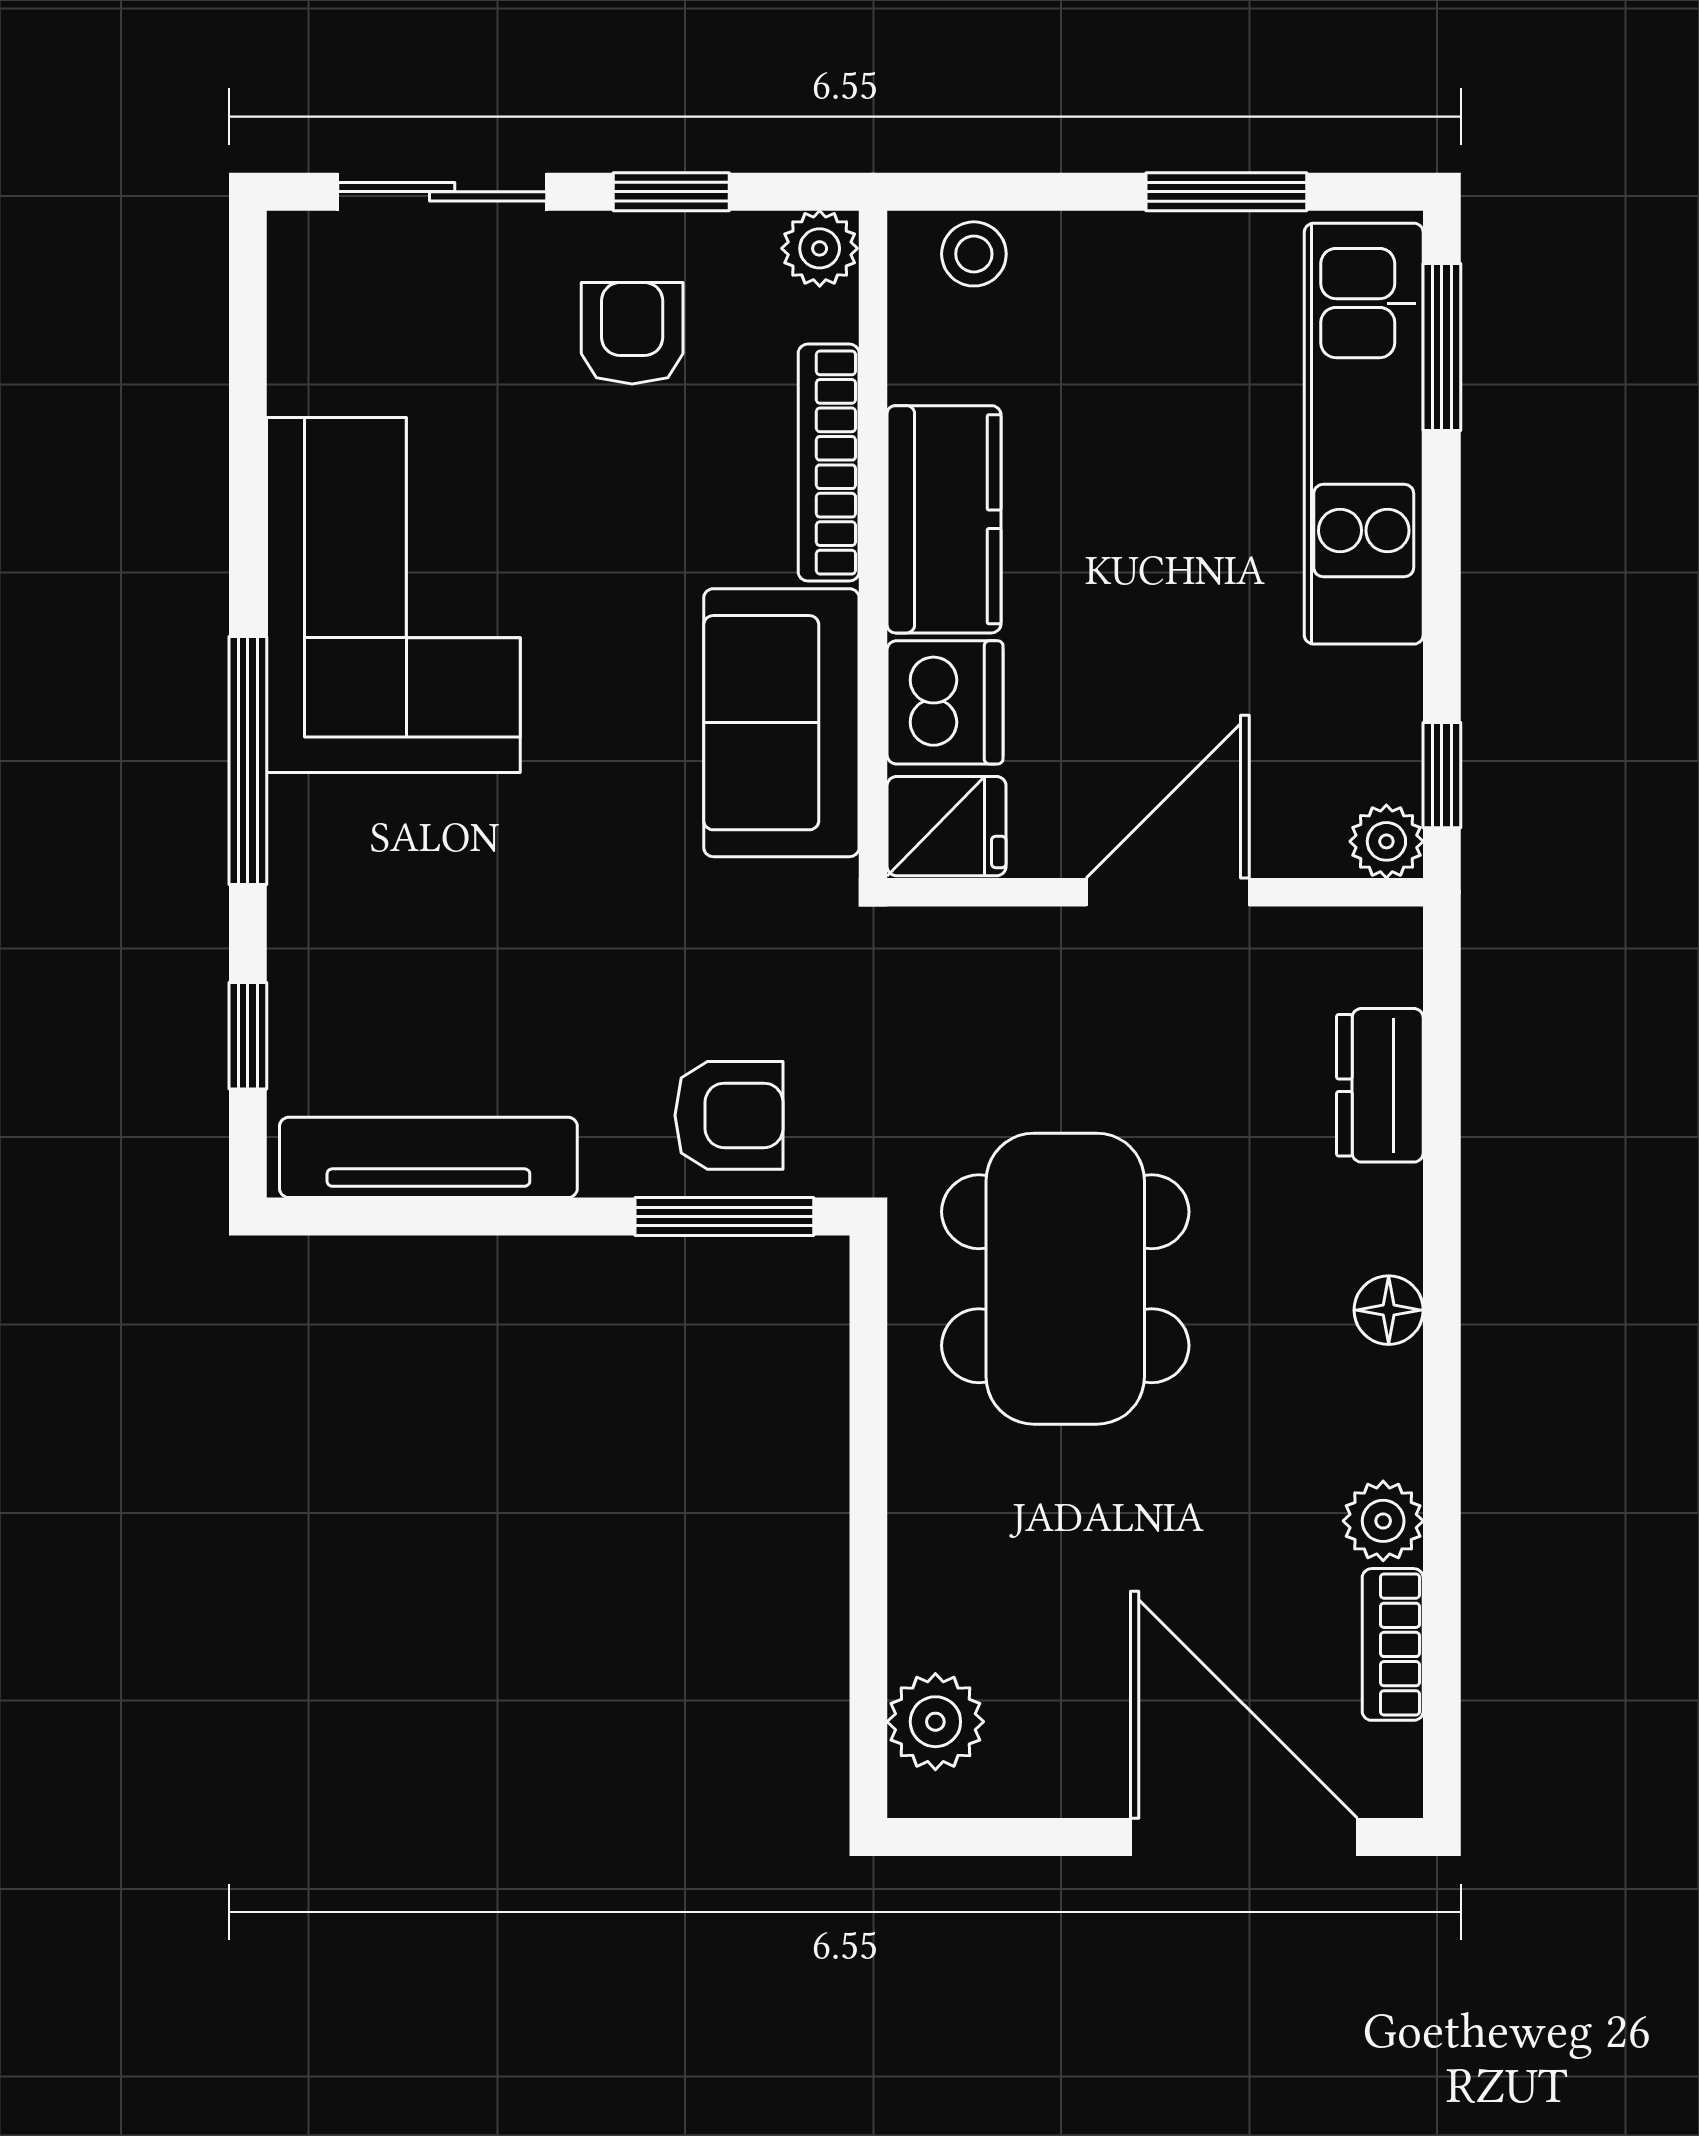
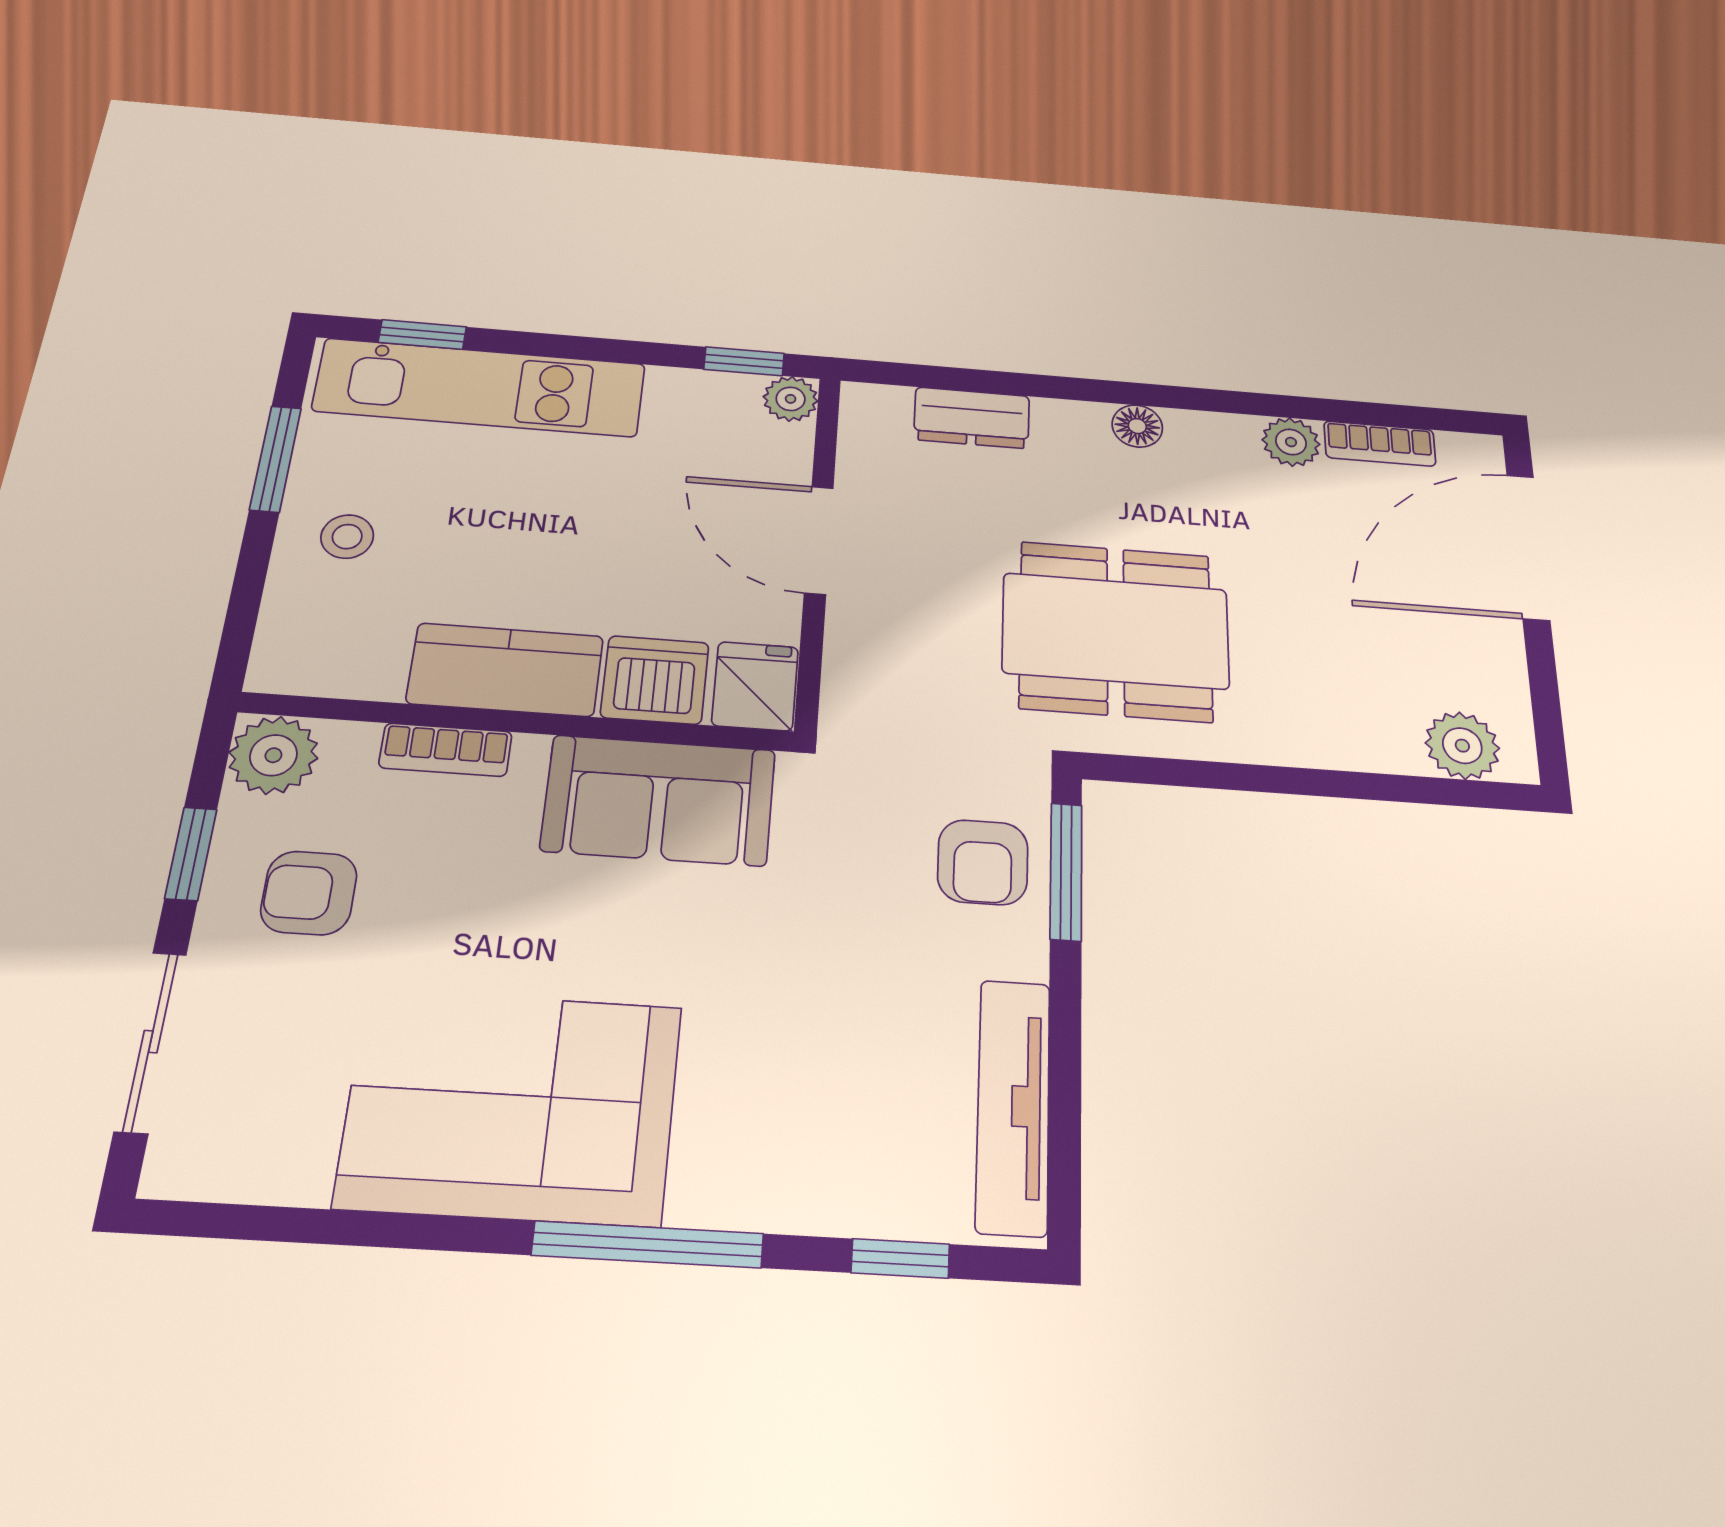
plant: (820, 248) -> (273, 755), width x1.38, depth x1.38
stool: (974, 254) -> (347, 537), moved
window: (1442, 347) -> (422, 335), width x0.67
bookcase: (829, 463) -> (446, 750), width x0.64
armchair: (729, 1115) -> (983, 862), turned 180

